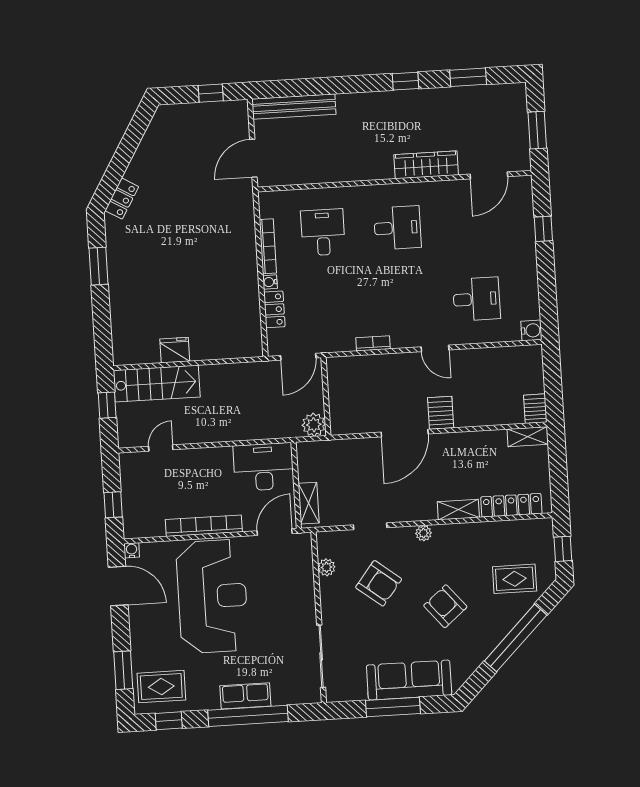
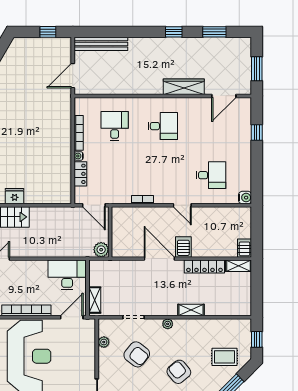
door: (298, 357) -> (94, 205), hinge flipped
door: (405, 433) -> (159, 259), swing flipped
locker: (511, 505) -> (204, 267), moved, turned 180

